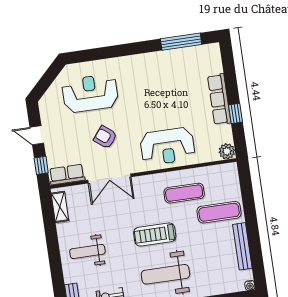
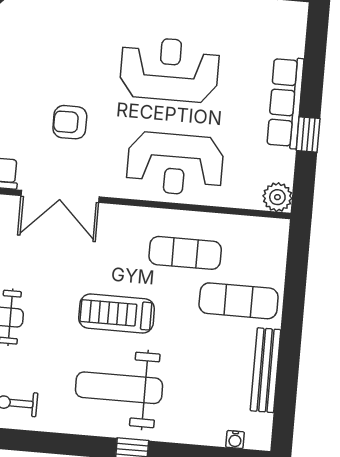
reception desk: (90, 93) -> (170, 69), moved
armchair: (105, 137) -> (70, 122), turned -38
water cooler: (250, 285) -> (235, 440), moved

